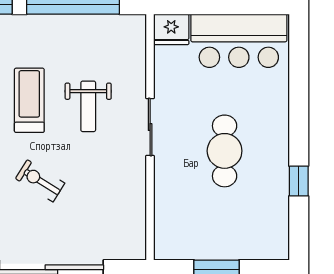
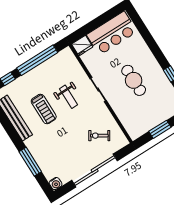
treadmill: (29, 100) -> (44, 109), turned 180
exercise bike: (40, 181) -> (99, 136), moved

